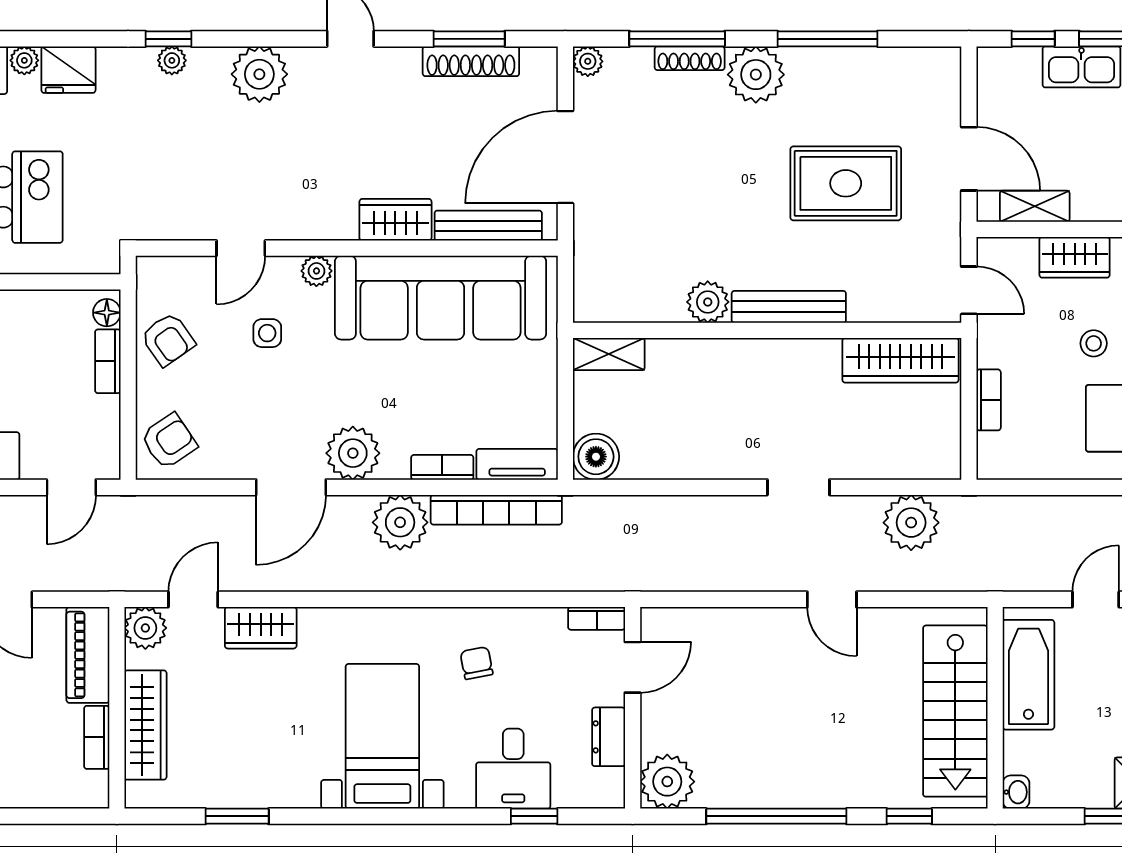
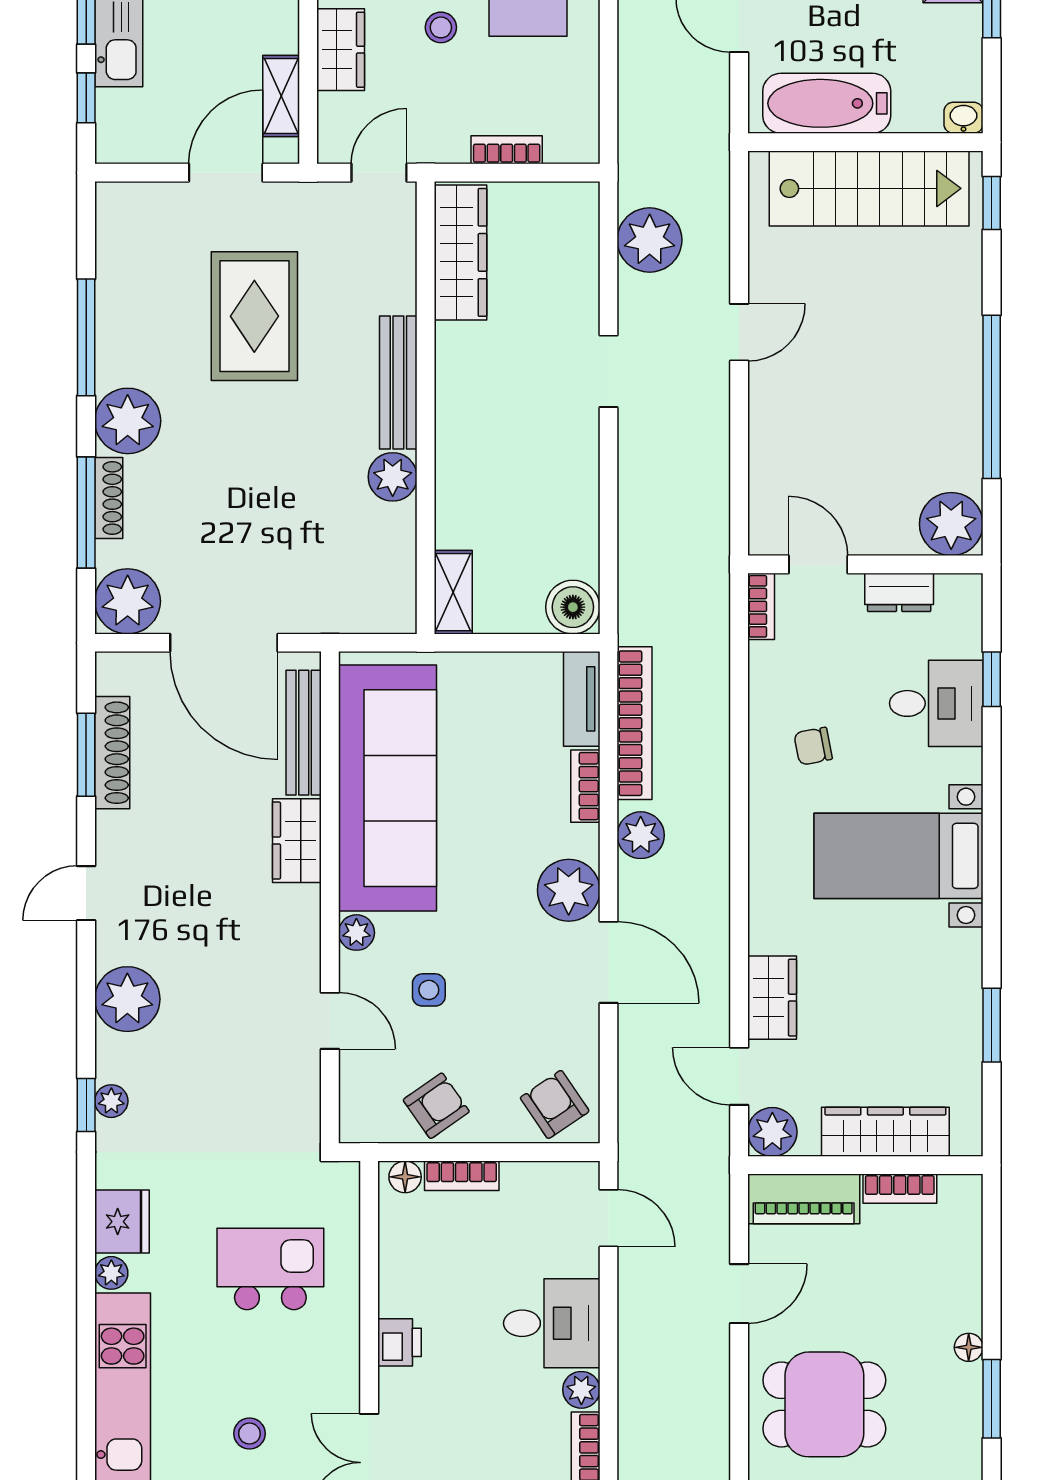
plant: (588, 61) -> (128, 601), width x1.88, depth x1.88
plant: (400, 522) -> (641, 835), width x0.73, depth x0.73
window: (909, 816) -> (992, 203), moved

